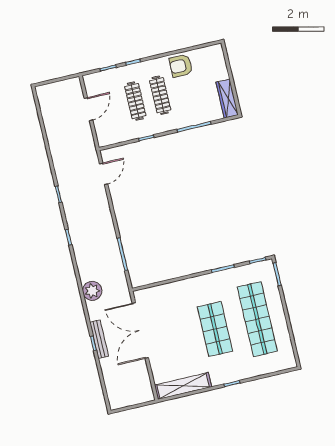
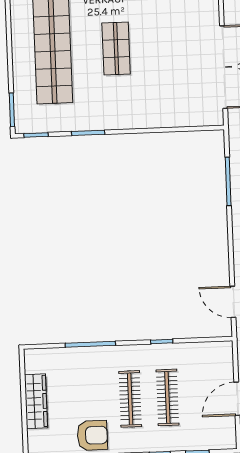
wardrobe: (227, 99) -> (36, 401), moved
door: (104, 174) -> (233, 302), hinge flipped
shop shelf: (215, 329) -> (116, 49), width x0.70, depth x0.74

